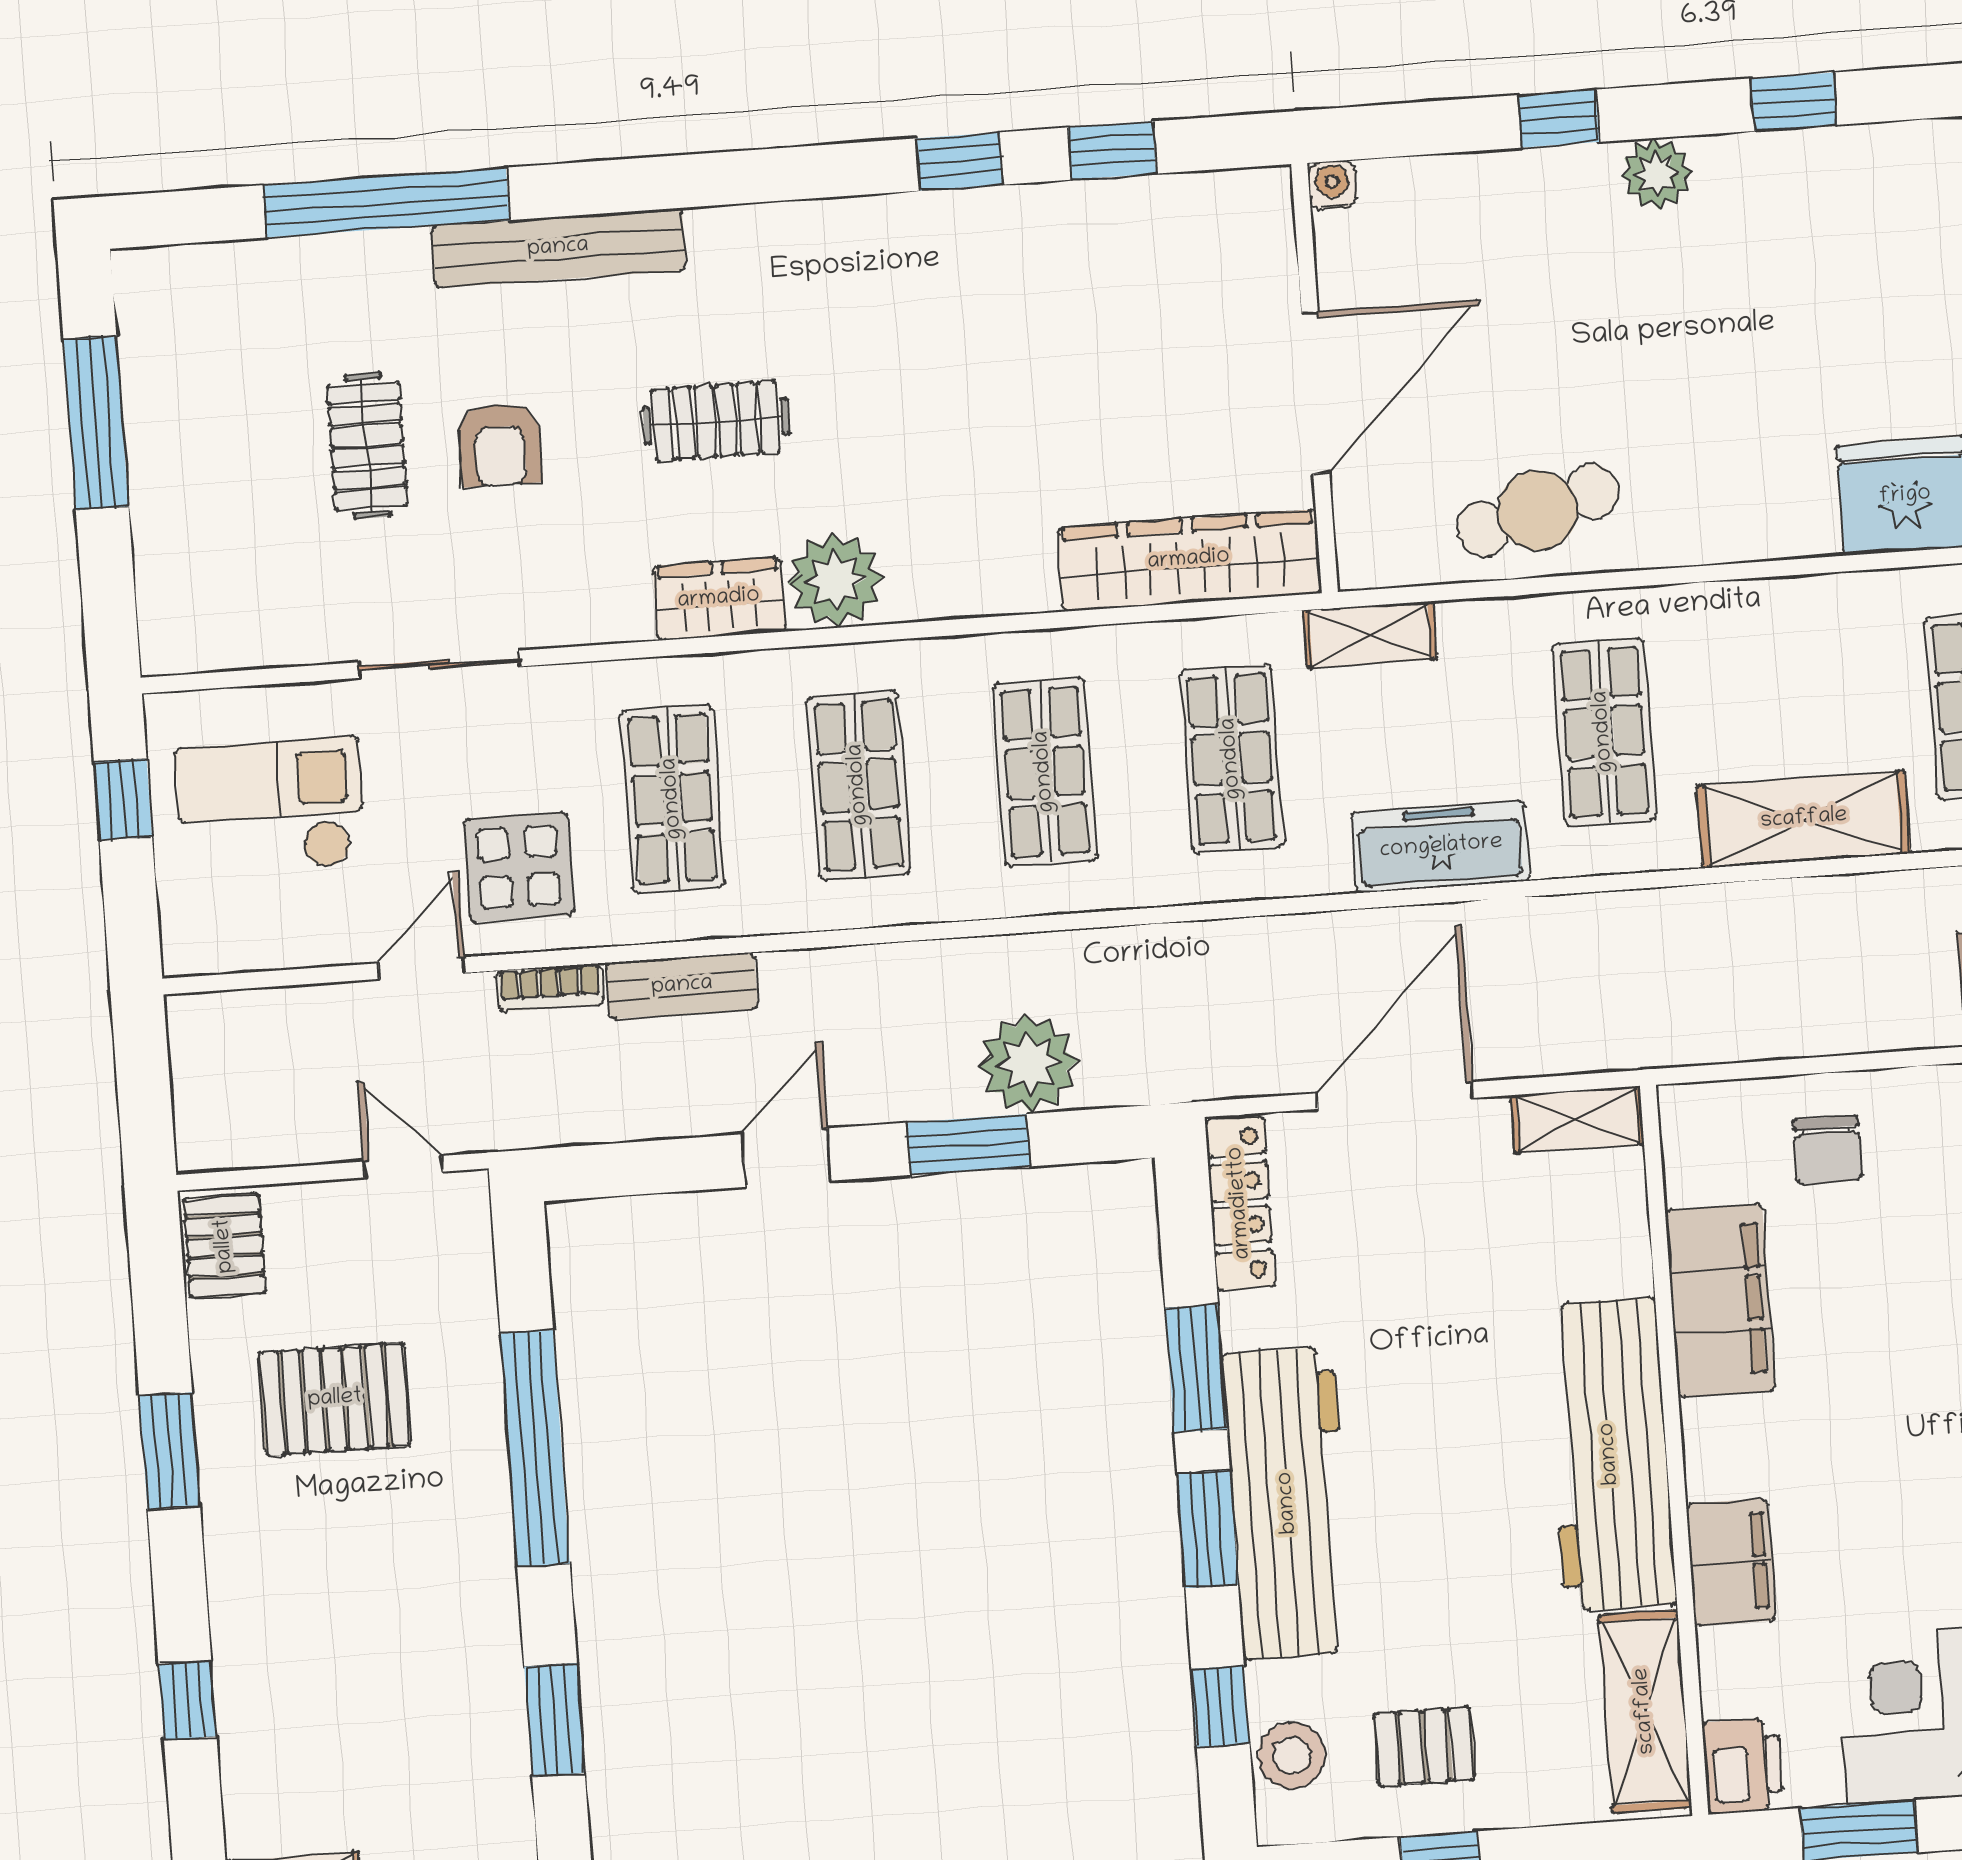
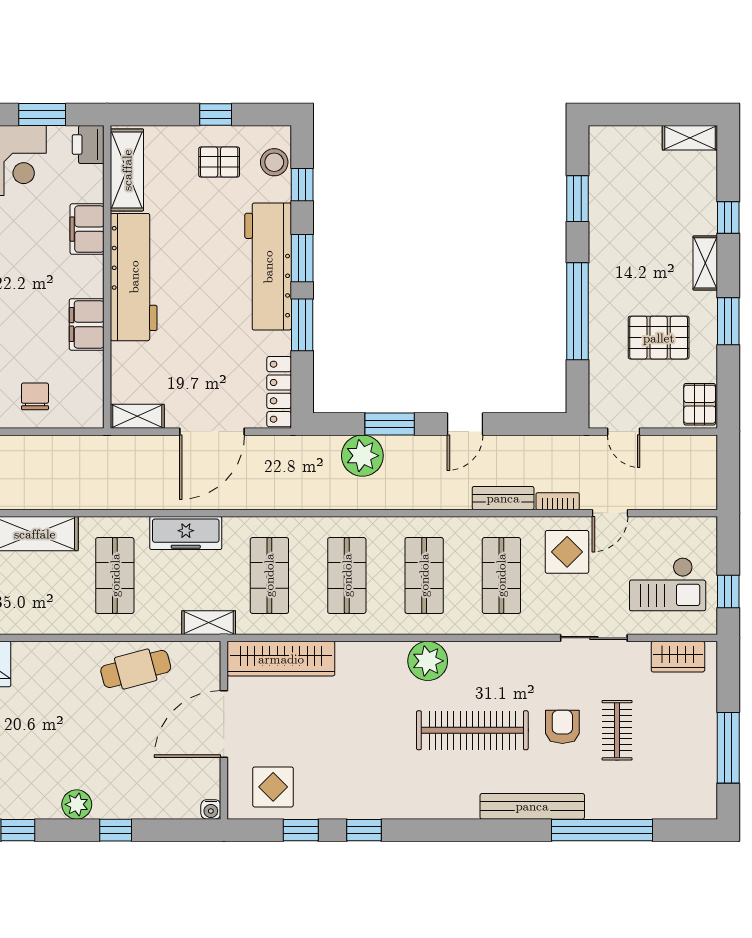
display table: (1186, 250) -> (273, 787), added
clothes rail: (716, 421) -> (472, 730), width x1.86, depth x1.31
wardrobe: (719, 599) -> (678, 657), moved
filing cabinet: (1720, 1300) -> (87, 324), width x0.67, depth x0.86
shelving: (235, 1587) -> (705, 263), added

